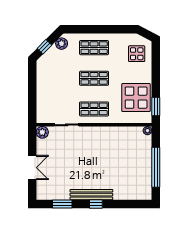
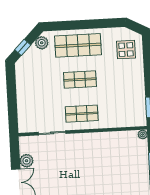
shop shelf: (94, 48) -> (78, 45), width x1.43, depth x1.36
display table: (136, 98) -> (128, 98), removed
plant: (42, 132) -> (27, 161), moved

